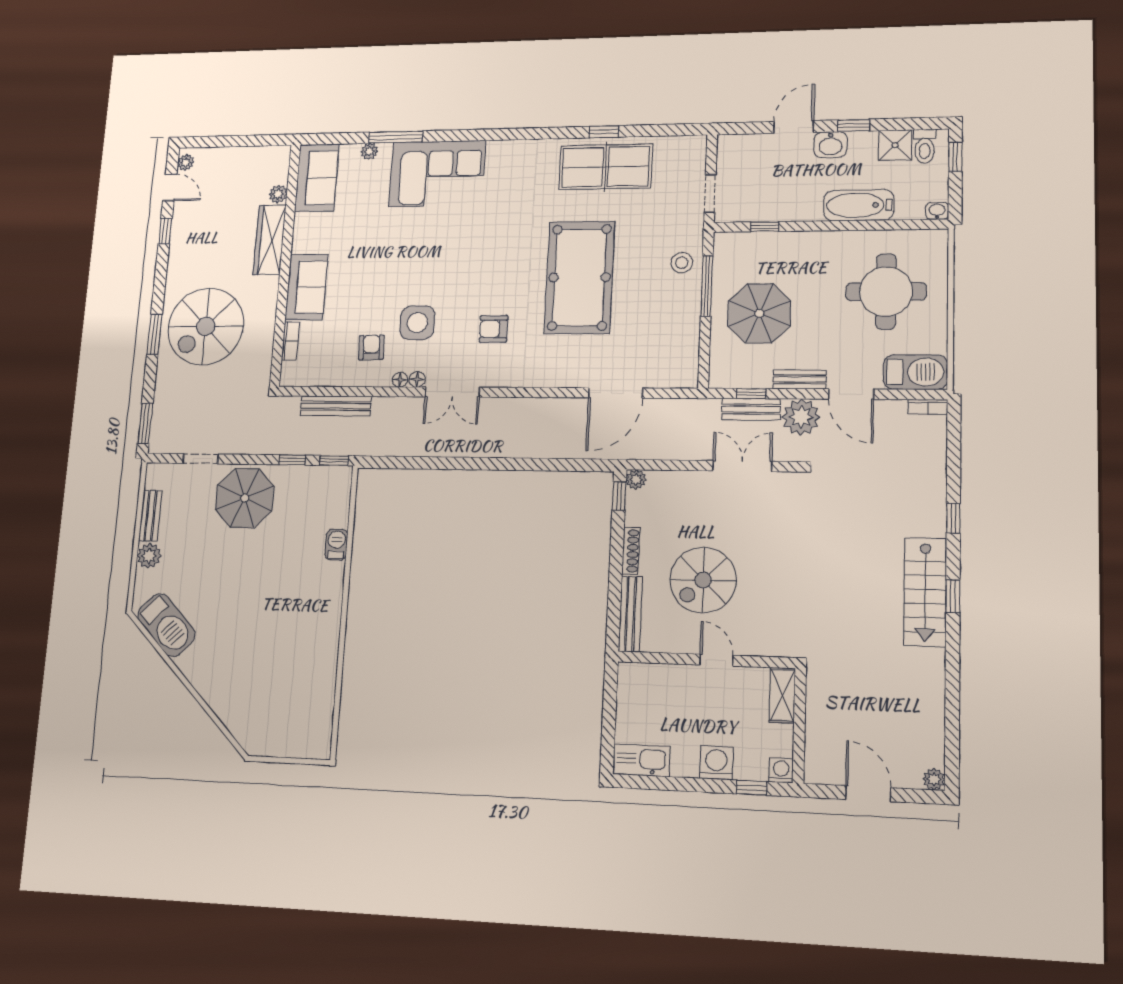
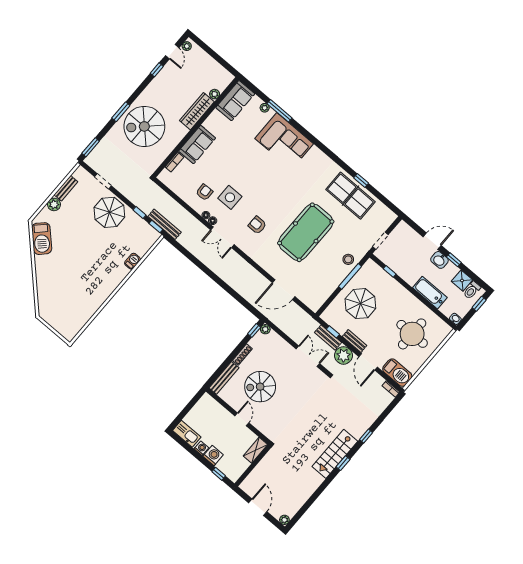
bench: (336, 406) -> (165, 224), moved
washing machine: (781, 771) -> (201, 448), moved

